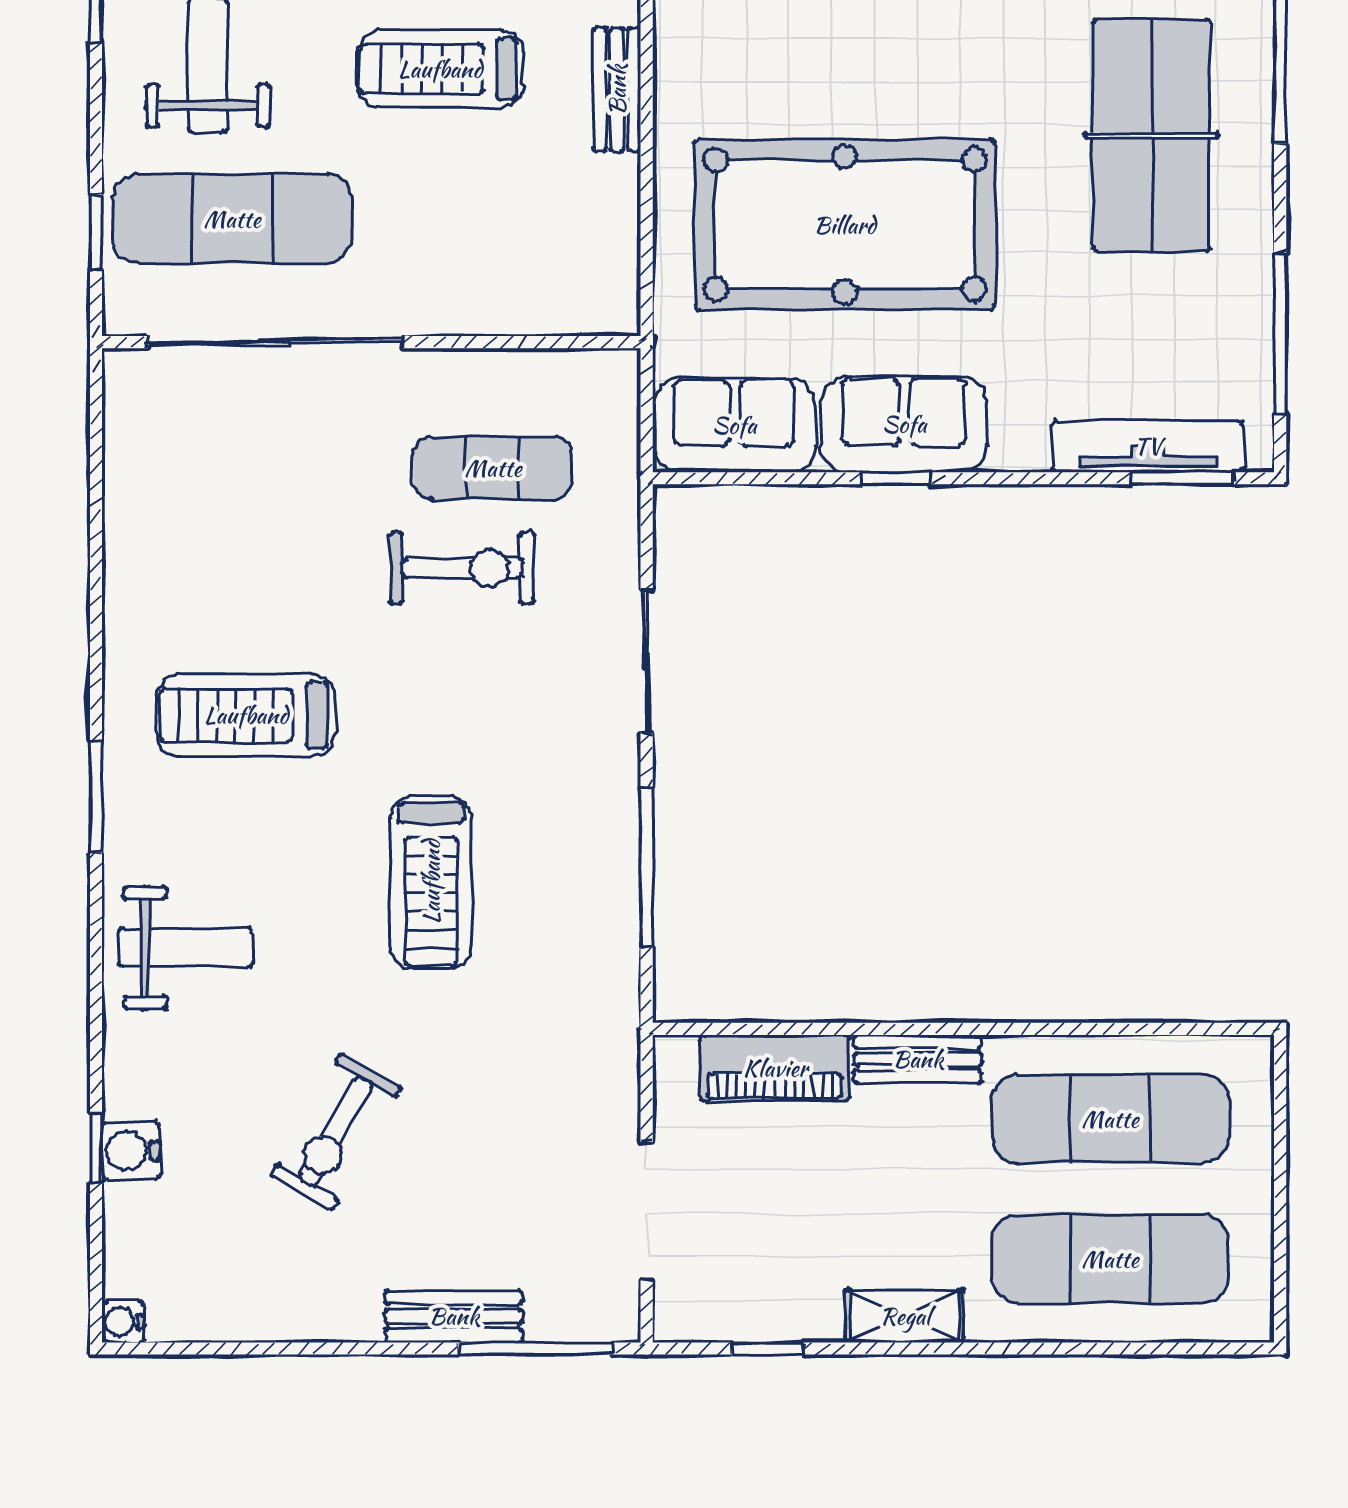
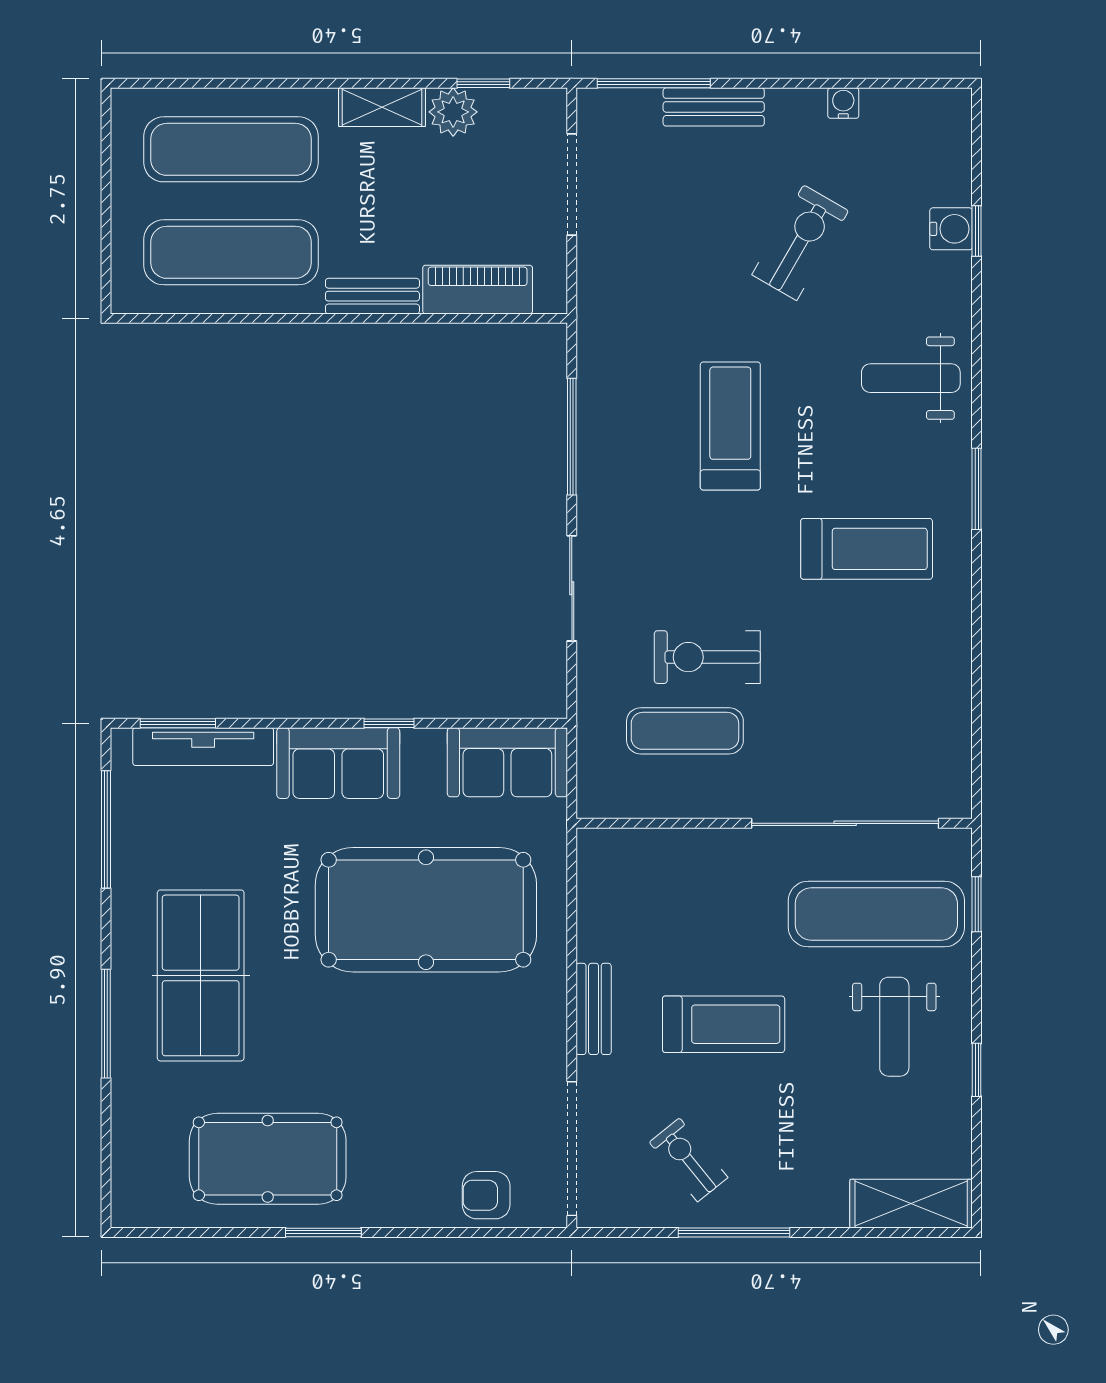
sofa: (904, 424) -> (338, 763), moved
plant: (808, 1310) -> (453, 112), added
water cooler: (123, 1322) -> (843, 103), moved, turned -90

